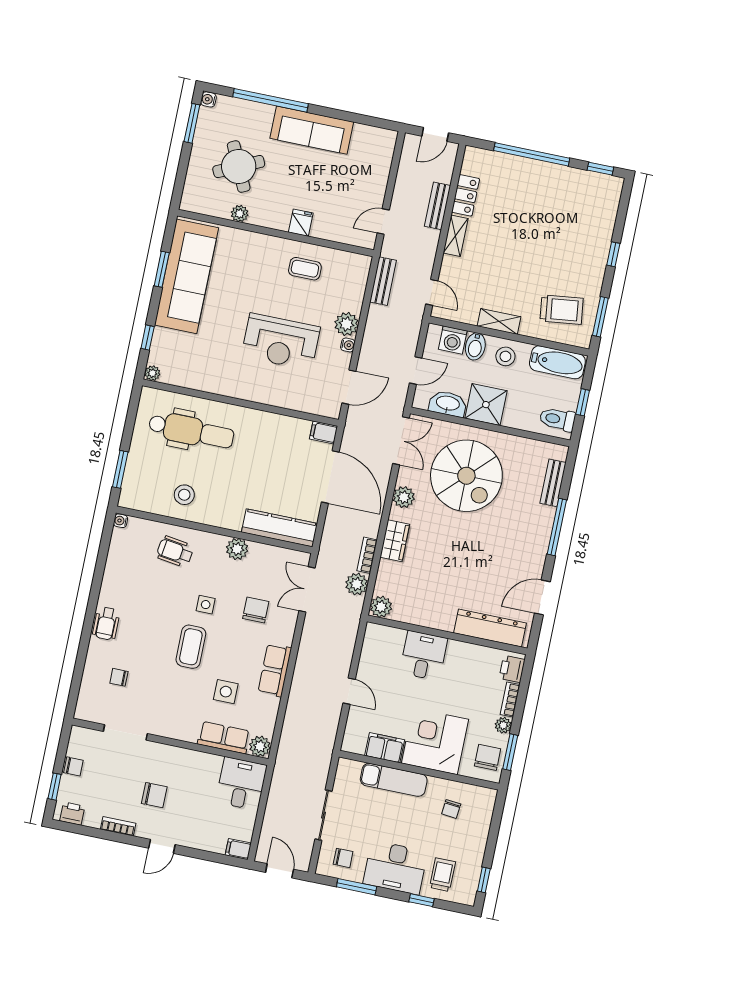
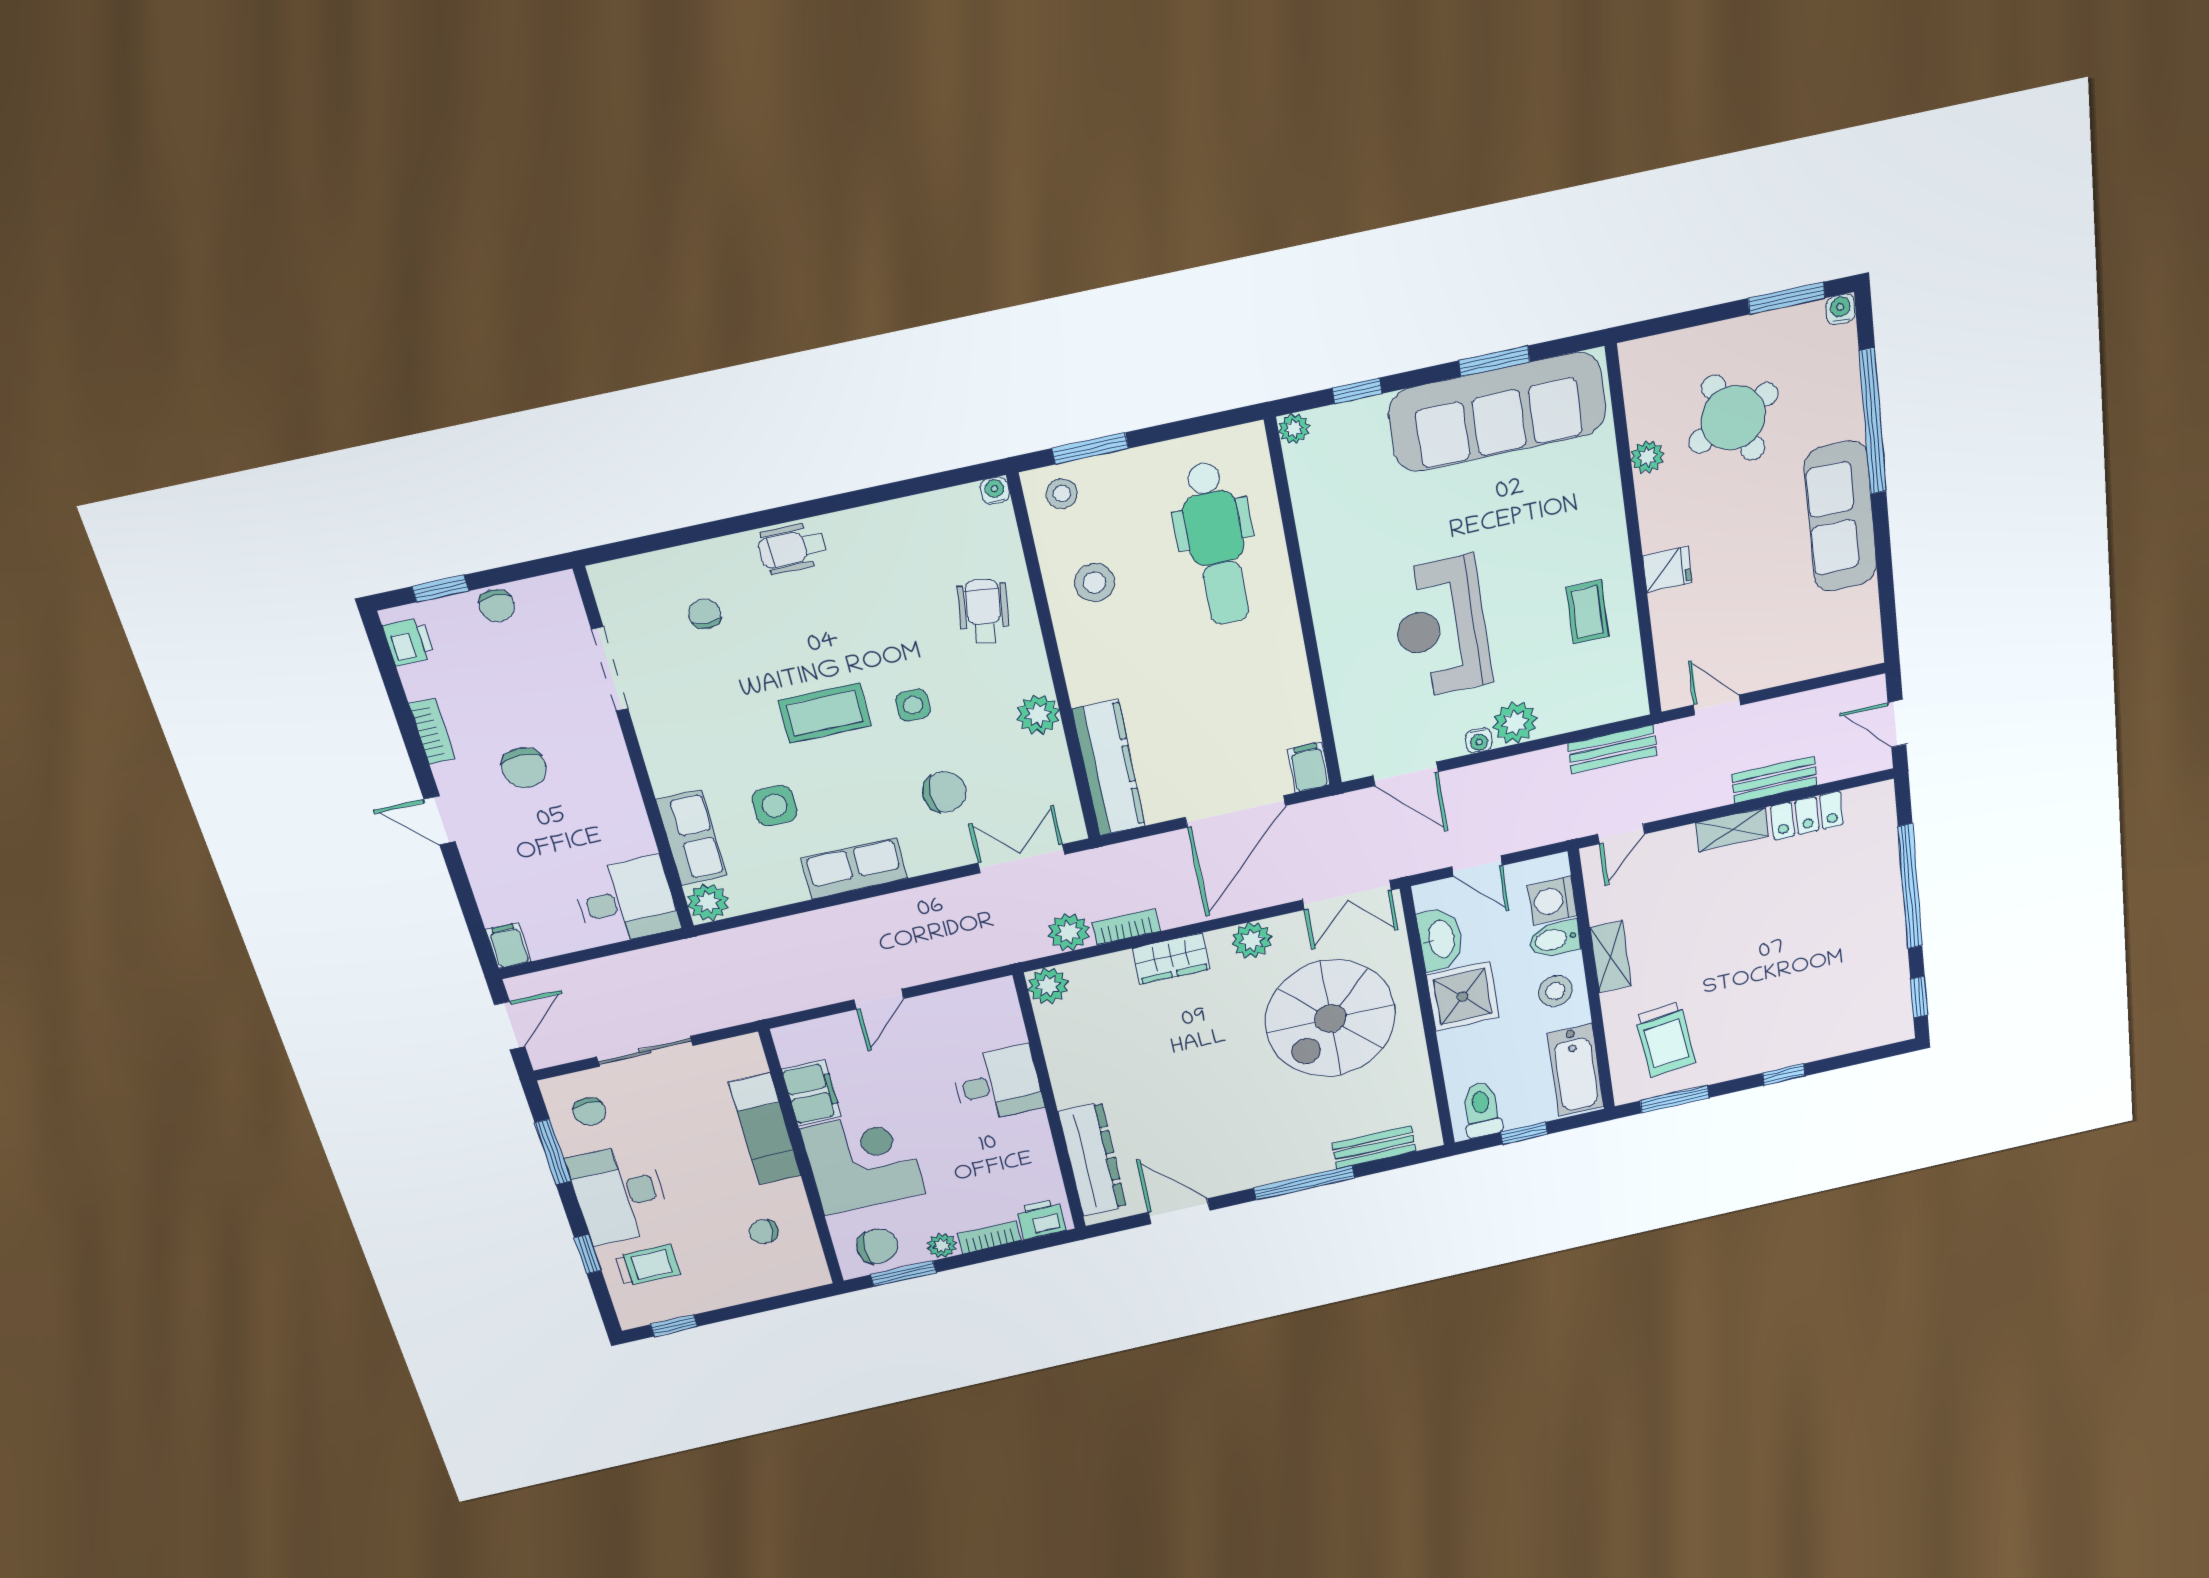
stool: (135, 491) -> (1062, 494), added

